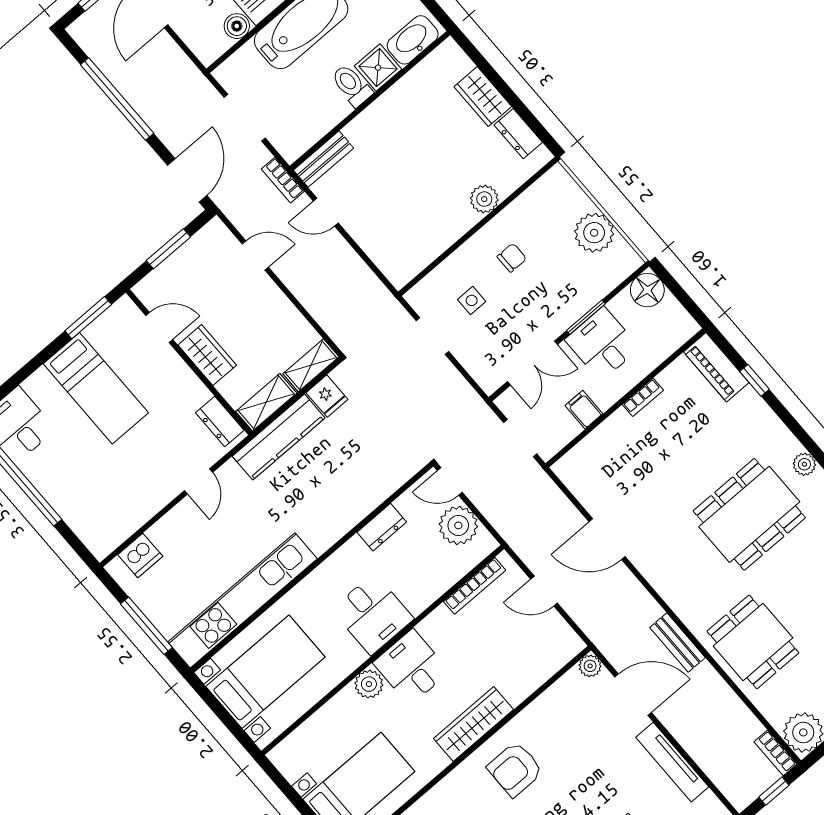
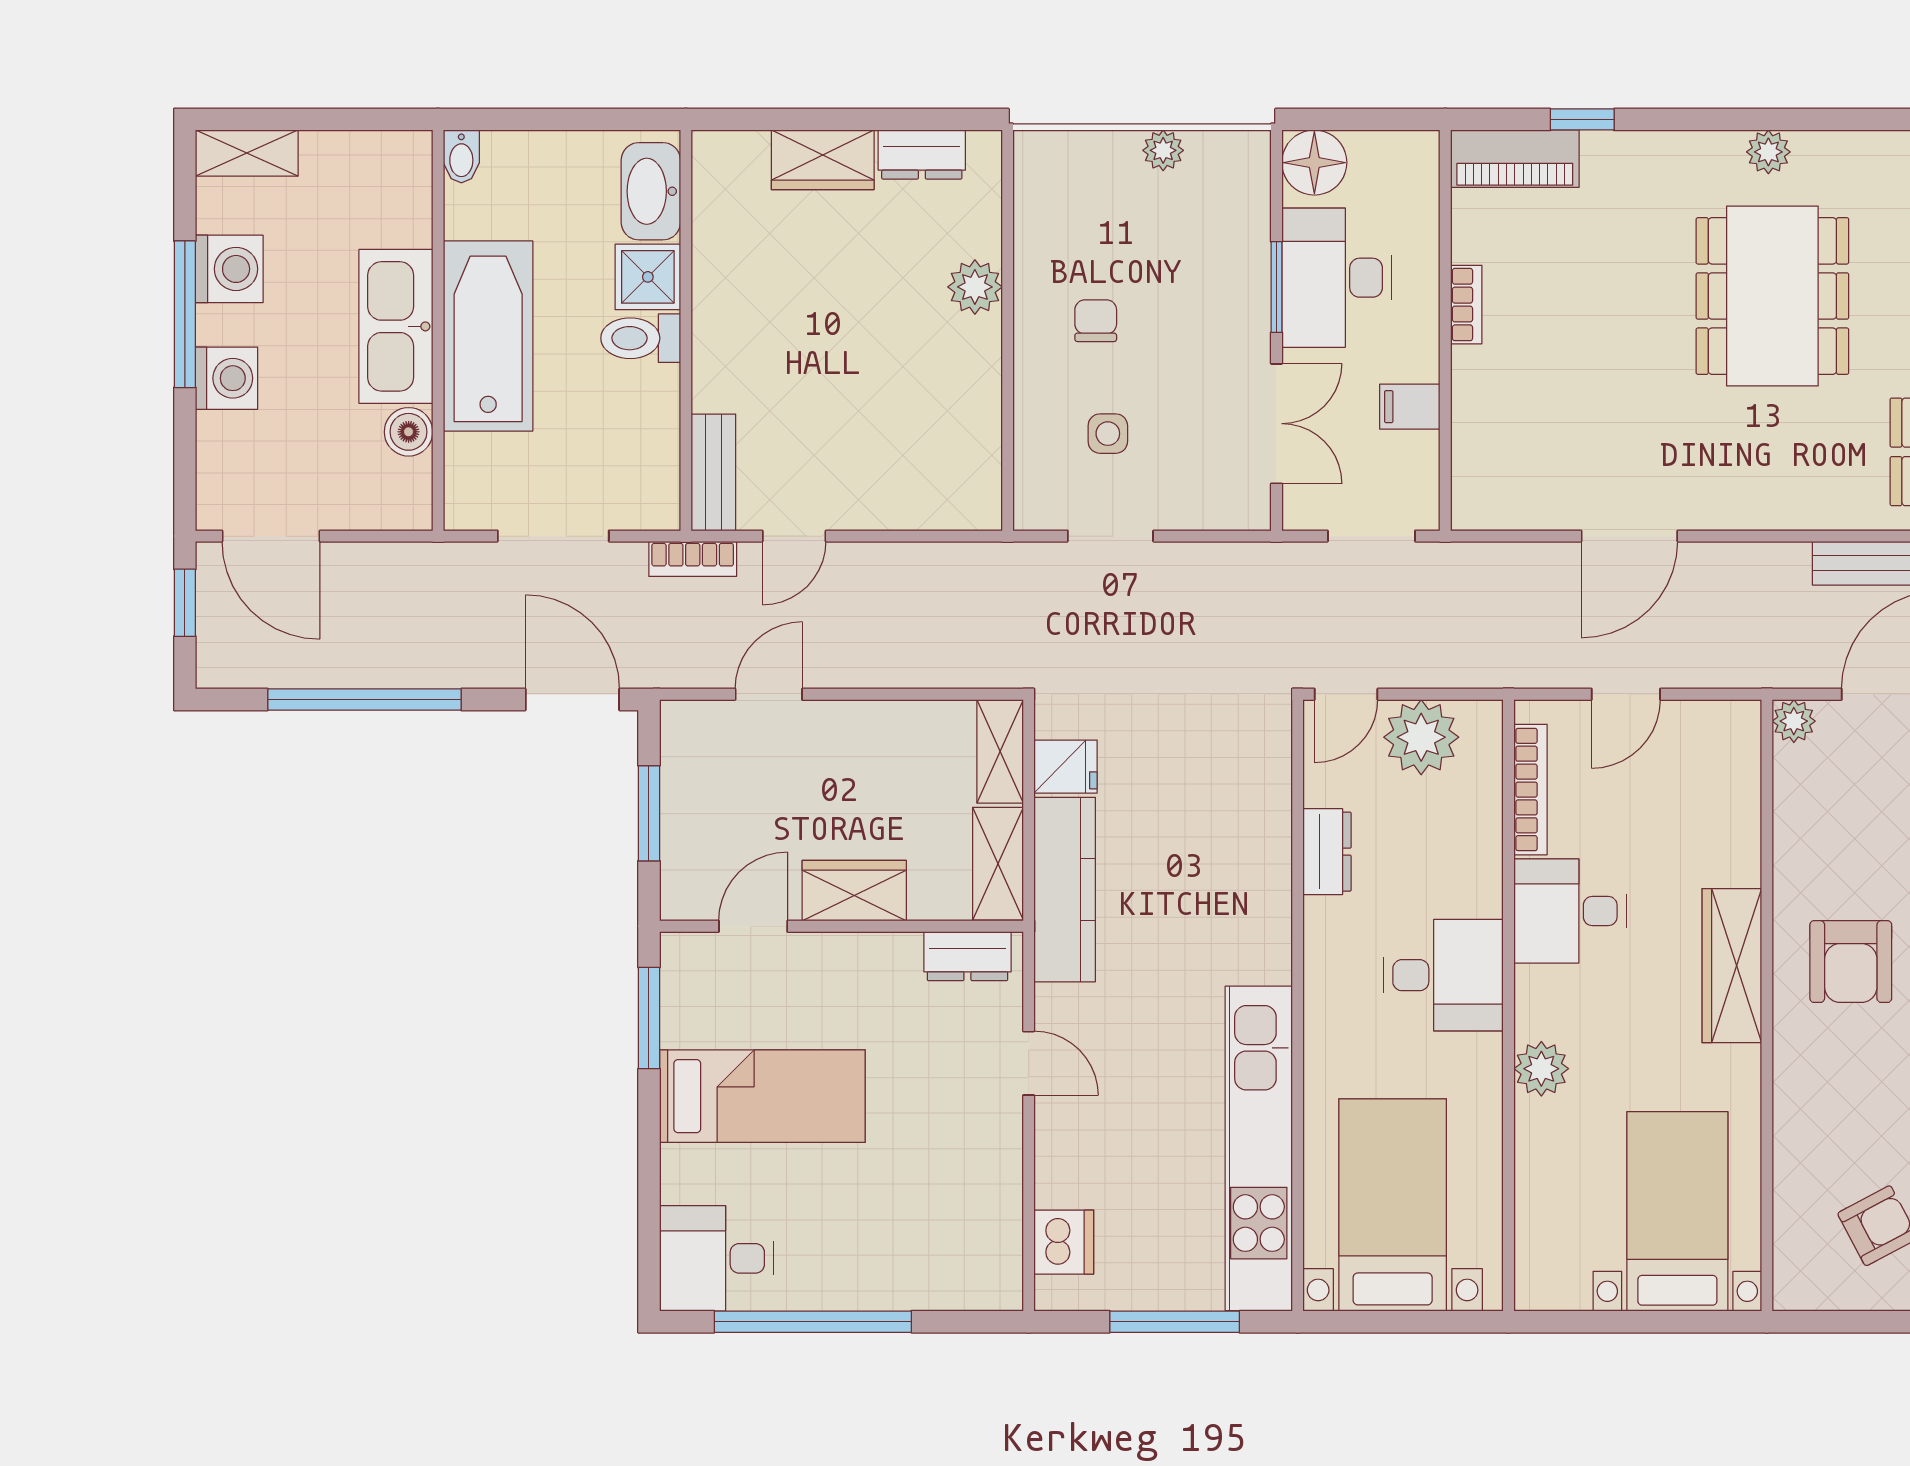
plant: (594, 233) -> (1163, 150), width x0.53, depth x0.53
desk: (602, 344) -> (1337, 278), width x1.37
desk: (411, 667) -> (1570, 911), moved

